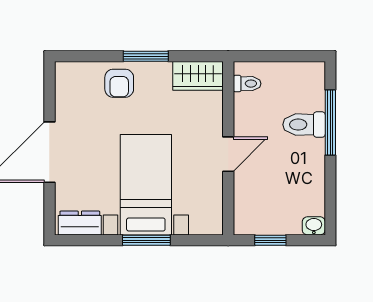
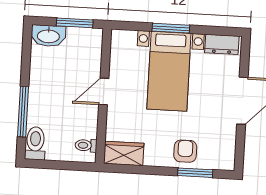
window: (146, 56) -> (195, 173), moved
toilet: (304, 125) -> (35, 143), moved, turned -90
washbasin: (314, 226) -> (48, 36), width x1.91, depth x1.45
window: (270, 240) -> (75, 23), width x1.50

